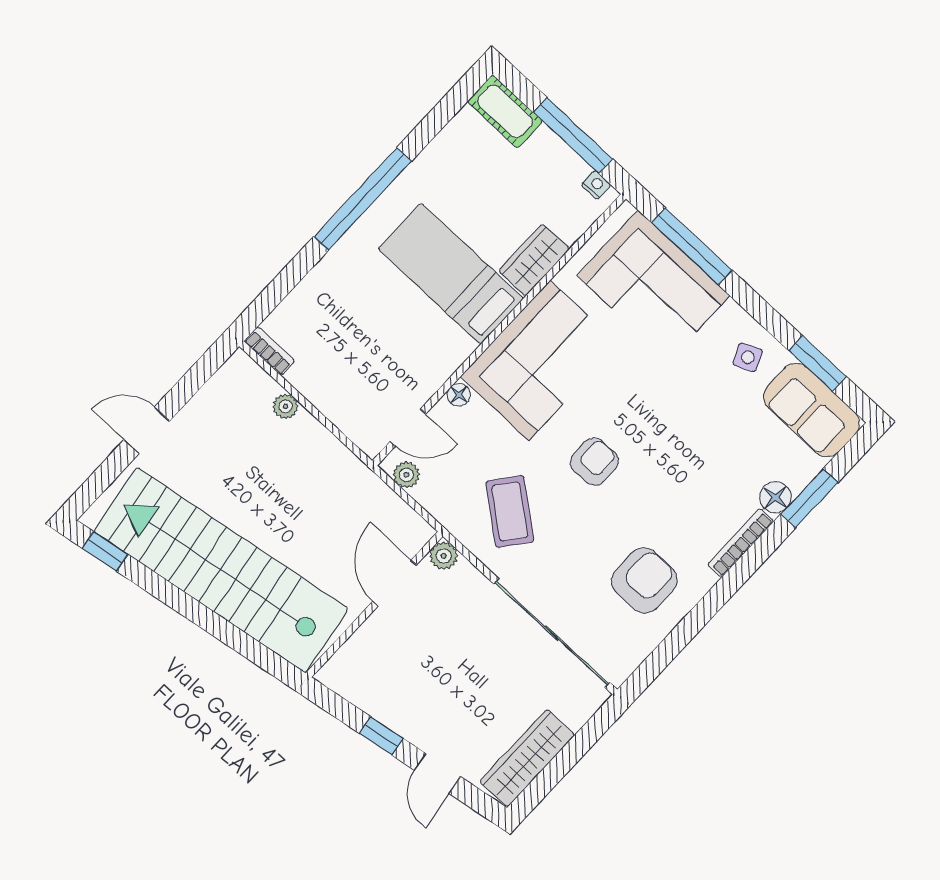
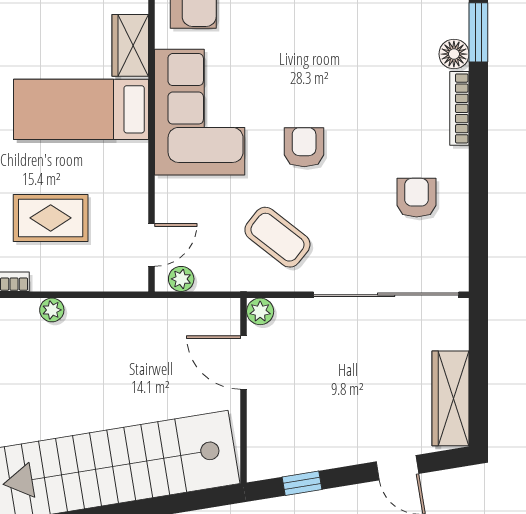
rug: (350, 335) -> (51, 218), added
floor lamp: (459, 395) -> (166, 189), removed
armchair: (644, 580) -> (417, 198), width x0.72, depth x0.72
window: (381, 736) -> (302, 483), moved

